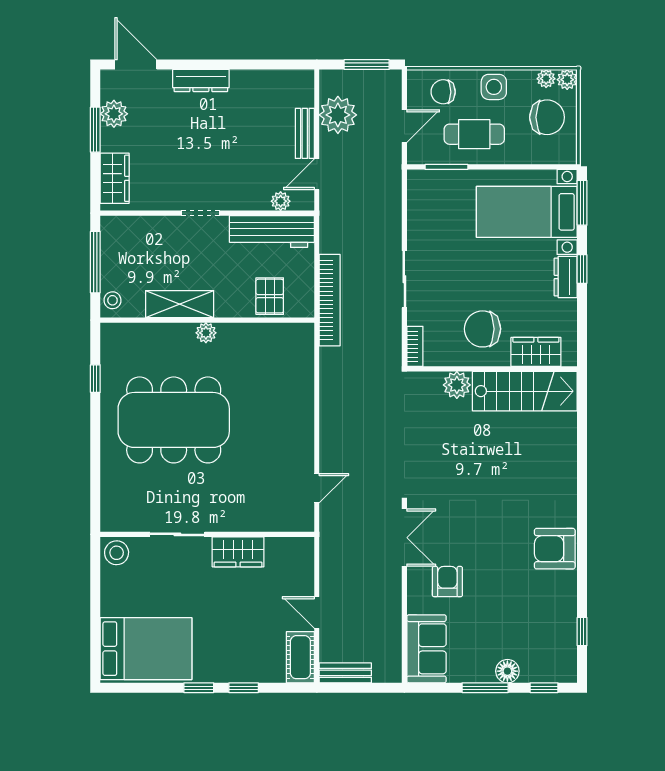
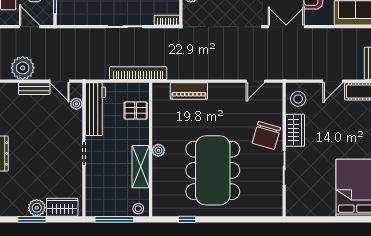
plant: (114, 114) -> (37, 208), moved
piano: (301, 382) -> (189, 91), added
door: (317, 488) -> (255, 81), swing flipped
chair: (230, 506) -> (266, 135), added
stool: (117, 553) -> (298, 99), moved

